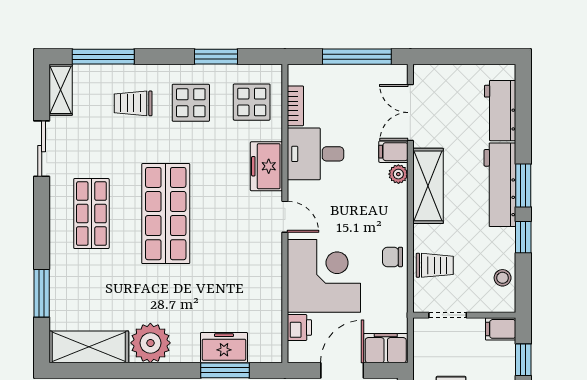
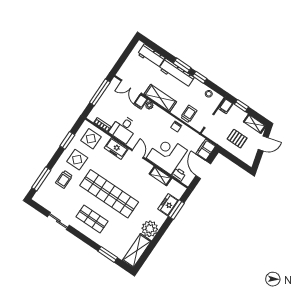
shelving: (61, 90) -> (160, 176), moved
shop shelf: (166, 214) -> (109, 194), width x1.40
door: (285, 217) -> (138, 154), hinge flipped

